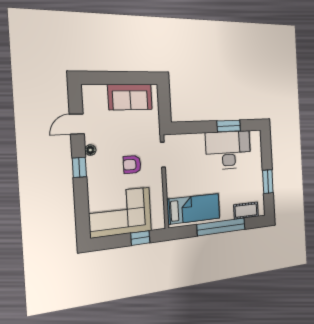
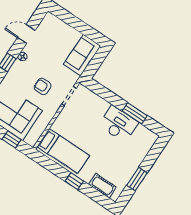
sofa: (130, 97) -> (82, 55), moved, turned 90
desk: (228, 150) -> (119, 124), width x0.73, depth x0.77
window: (221, 227) -> (74, 181), width x0.32

